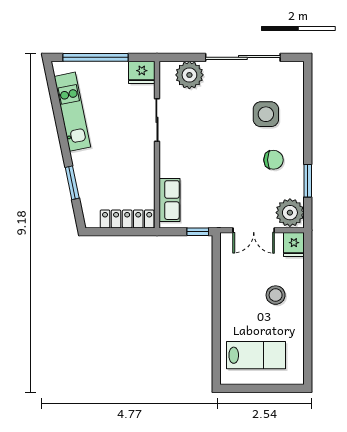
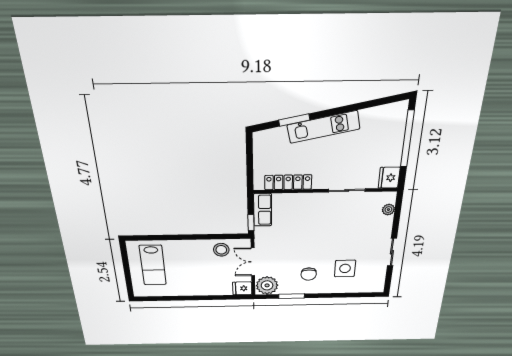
sliding door: (243, 57) -> (392, 252), width x0.54
plant: (189, 75) -> (388, 210), width x0.53, depth x0.53
kitchen unit: (72, 112) -> (323, 127), moved
row of seats: (170, 200) -> (263, 210), moved, turned -90
locker: (127, 219) -> (288, 182), moved, turned -90
stool: (276, 295) -> (221, 250), moved

